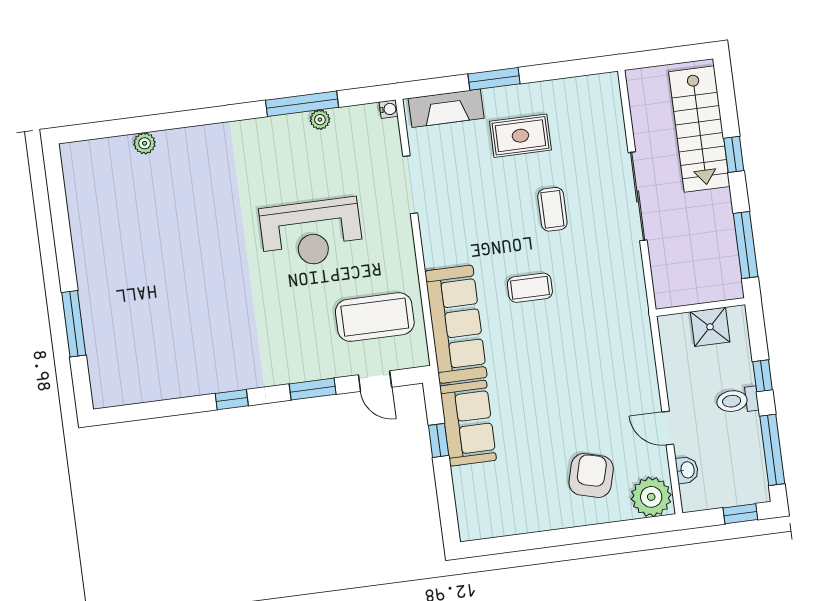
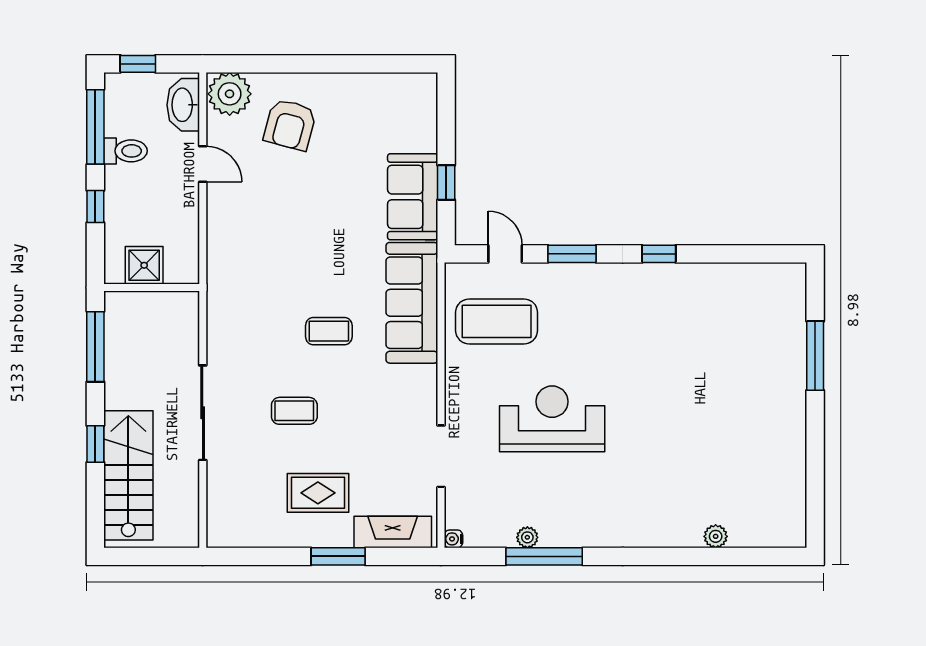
coffee table: (552, 209) -> (294, 411), turned 90
toilet: (737, 400) -> (126, 151), moved
washbasin: (687, 470) -> (183, 105), width x1.91, depth x1.45

